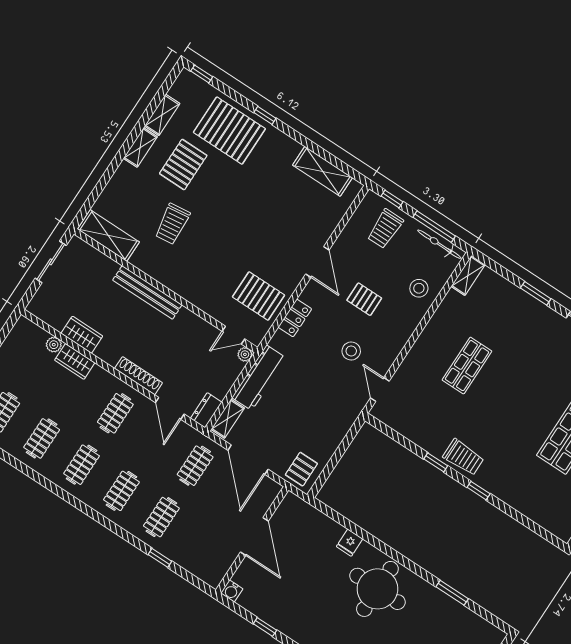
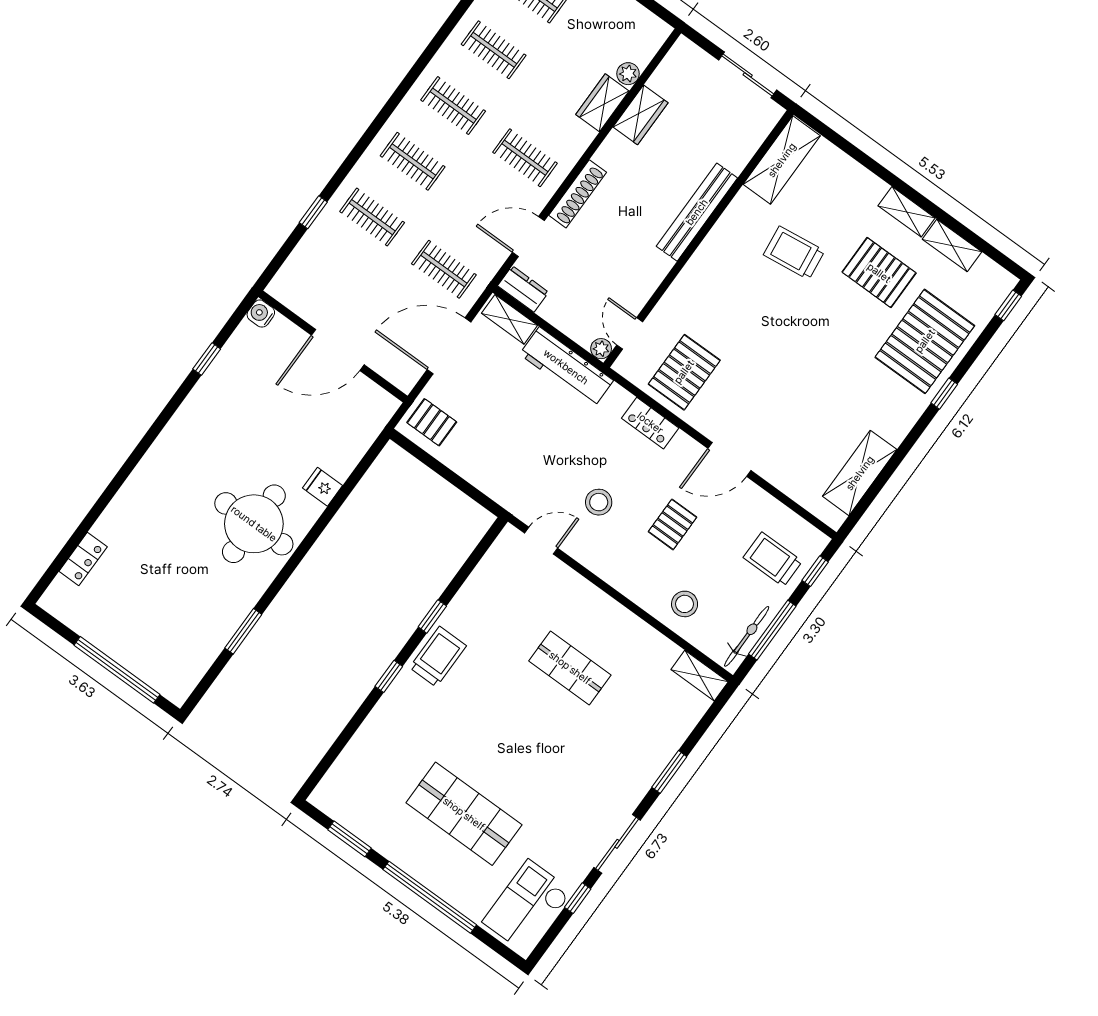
trolley: (463, 457) -> (438, 657), turned 180

